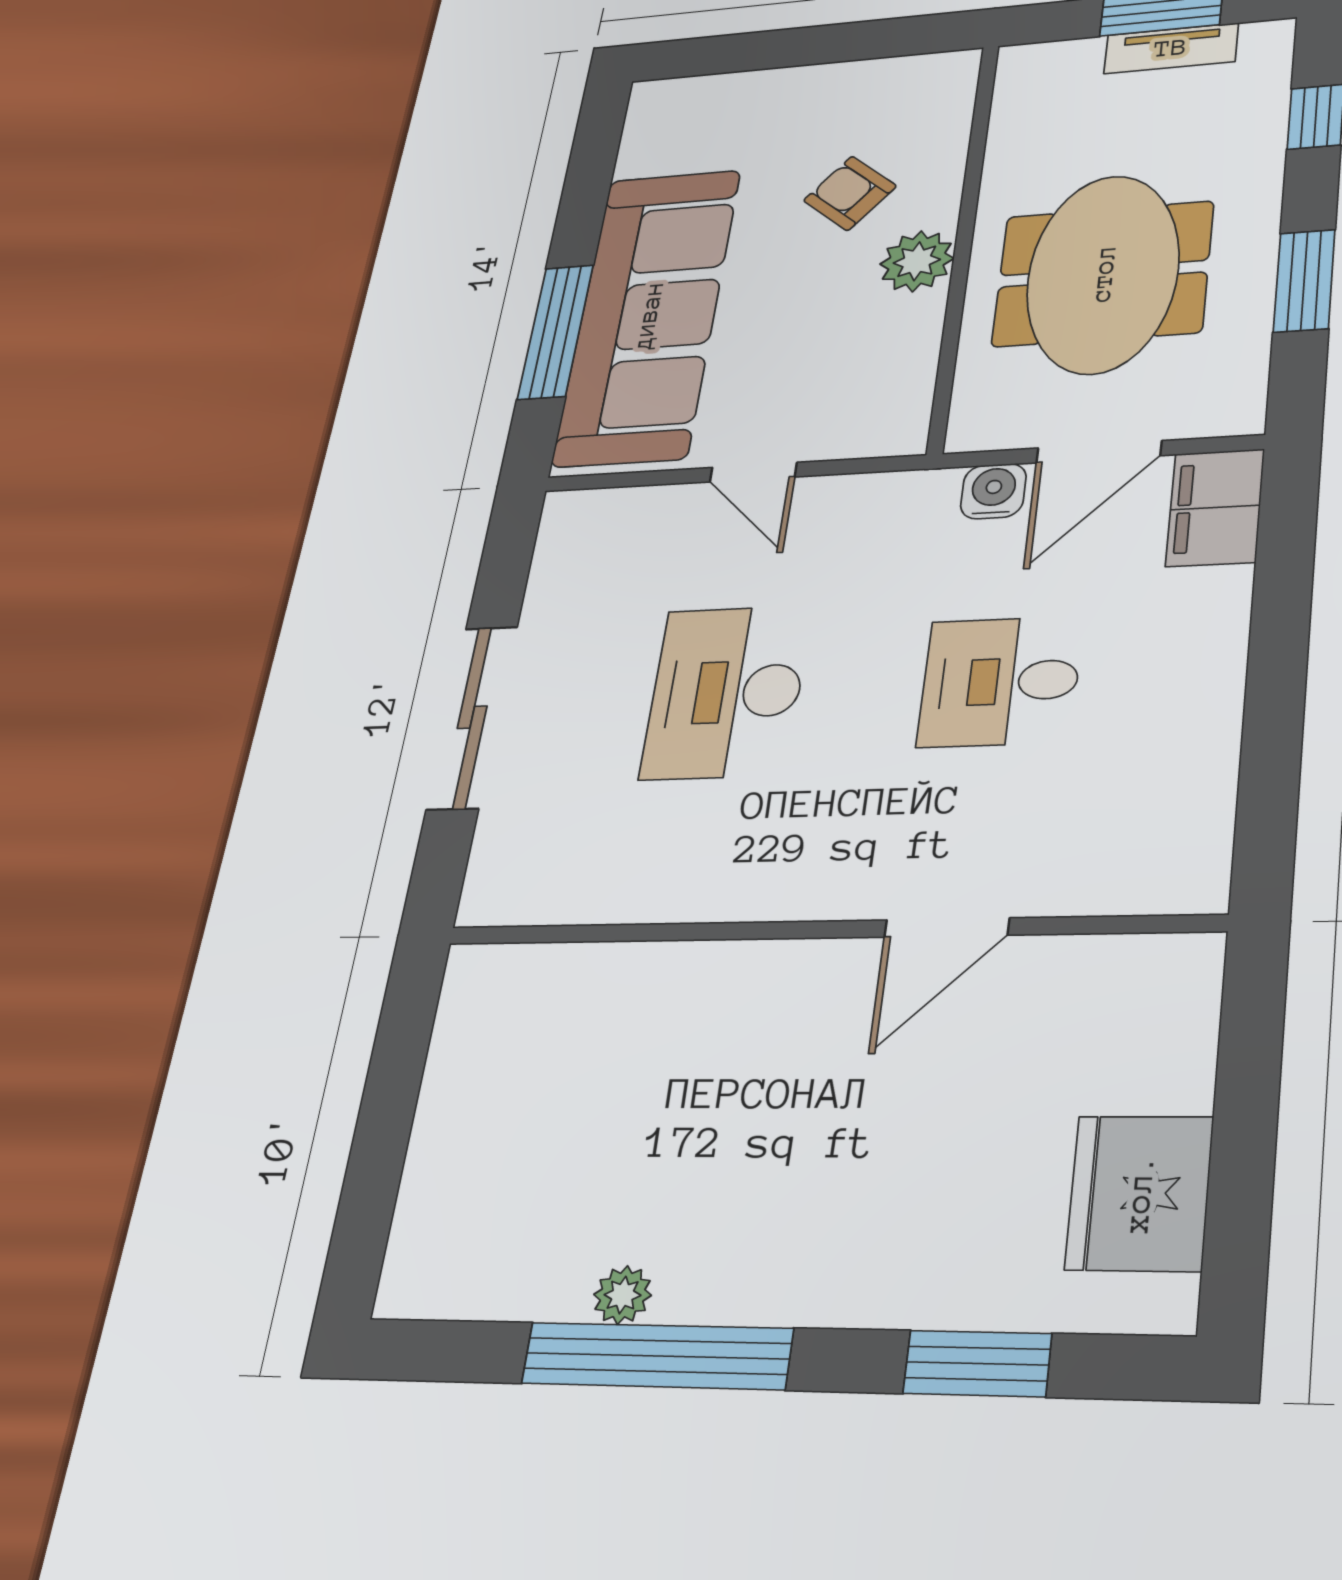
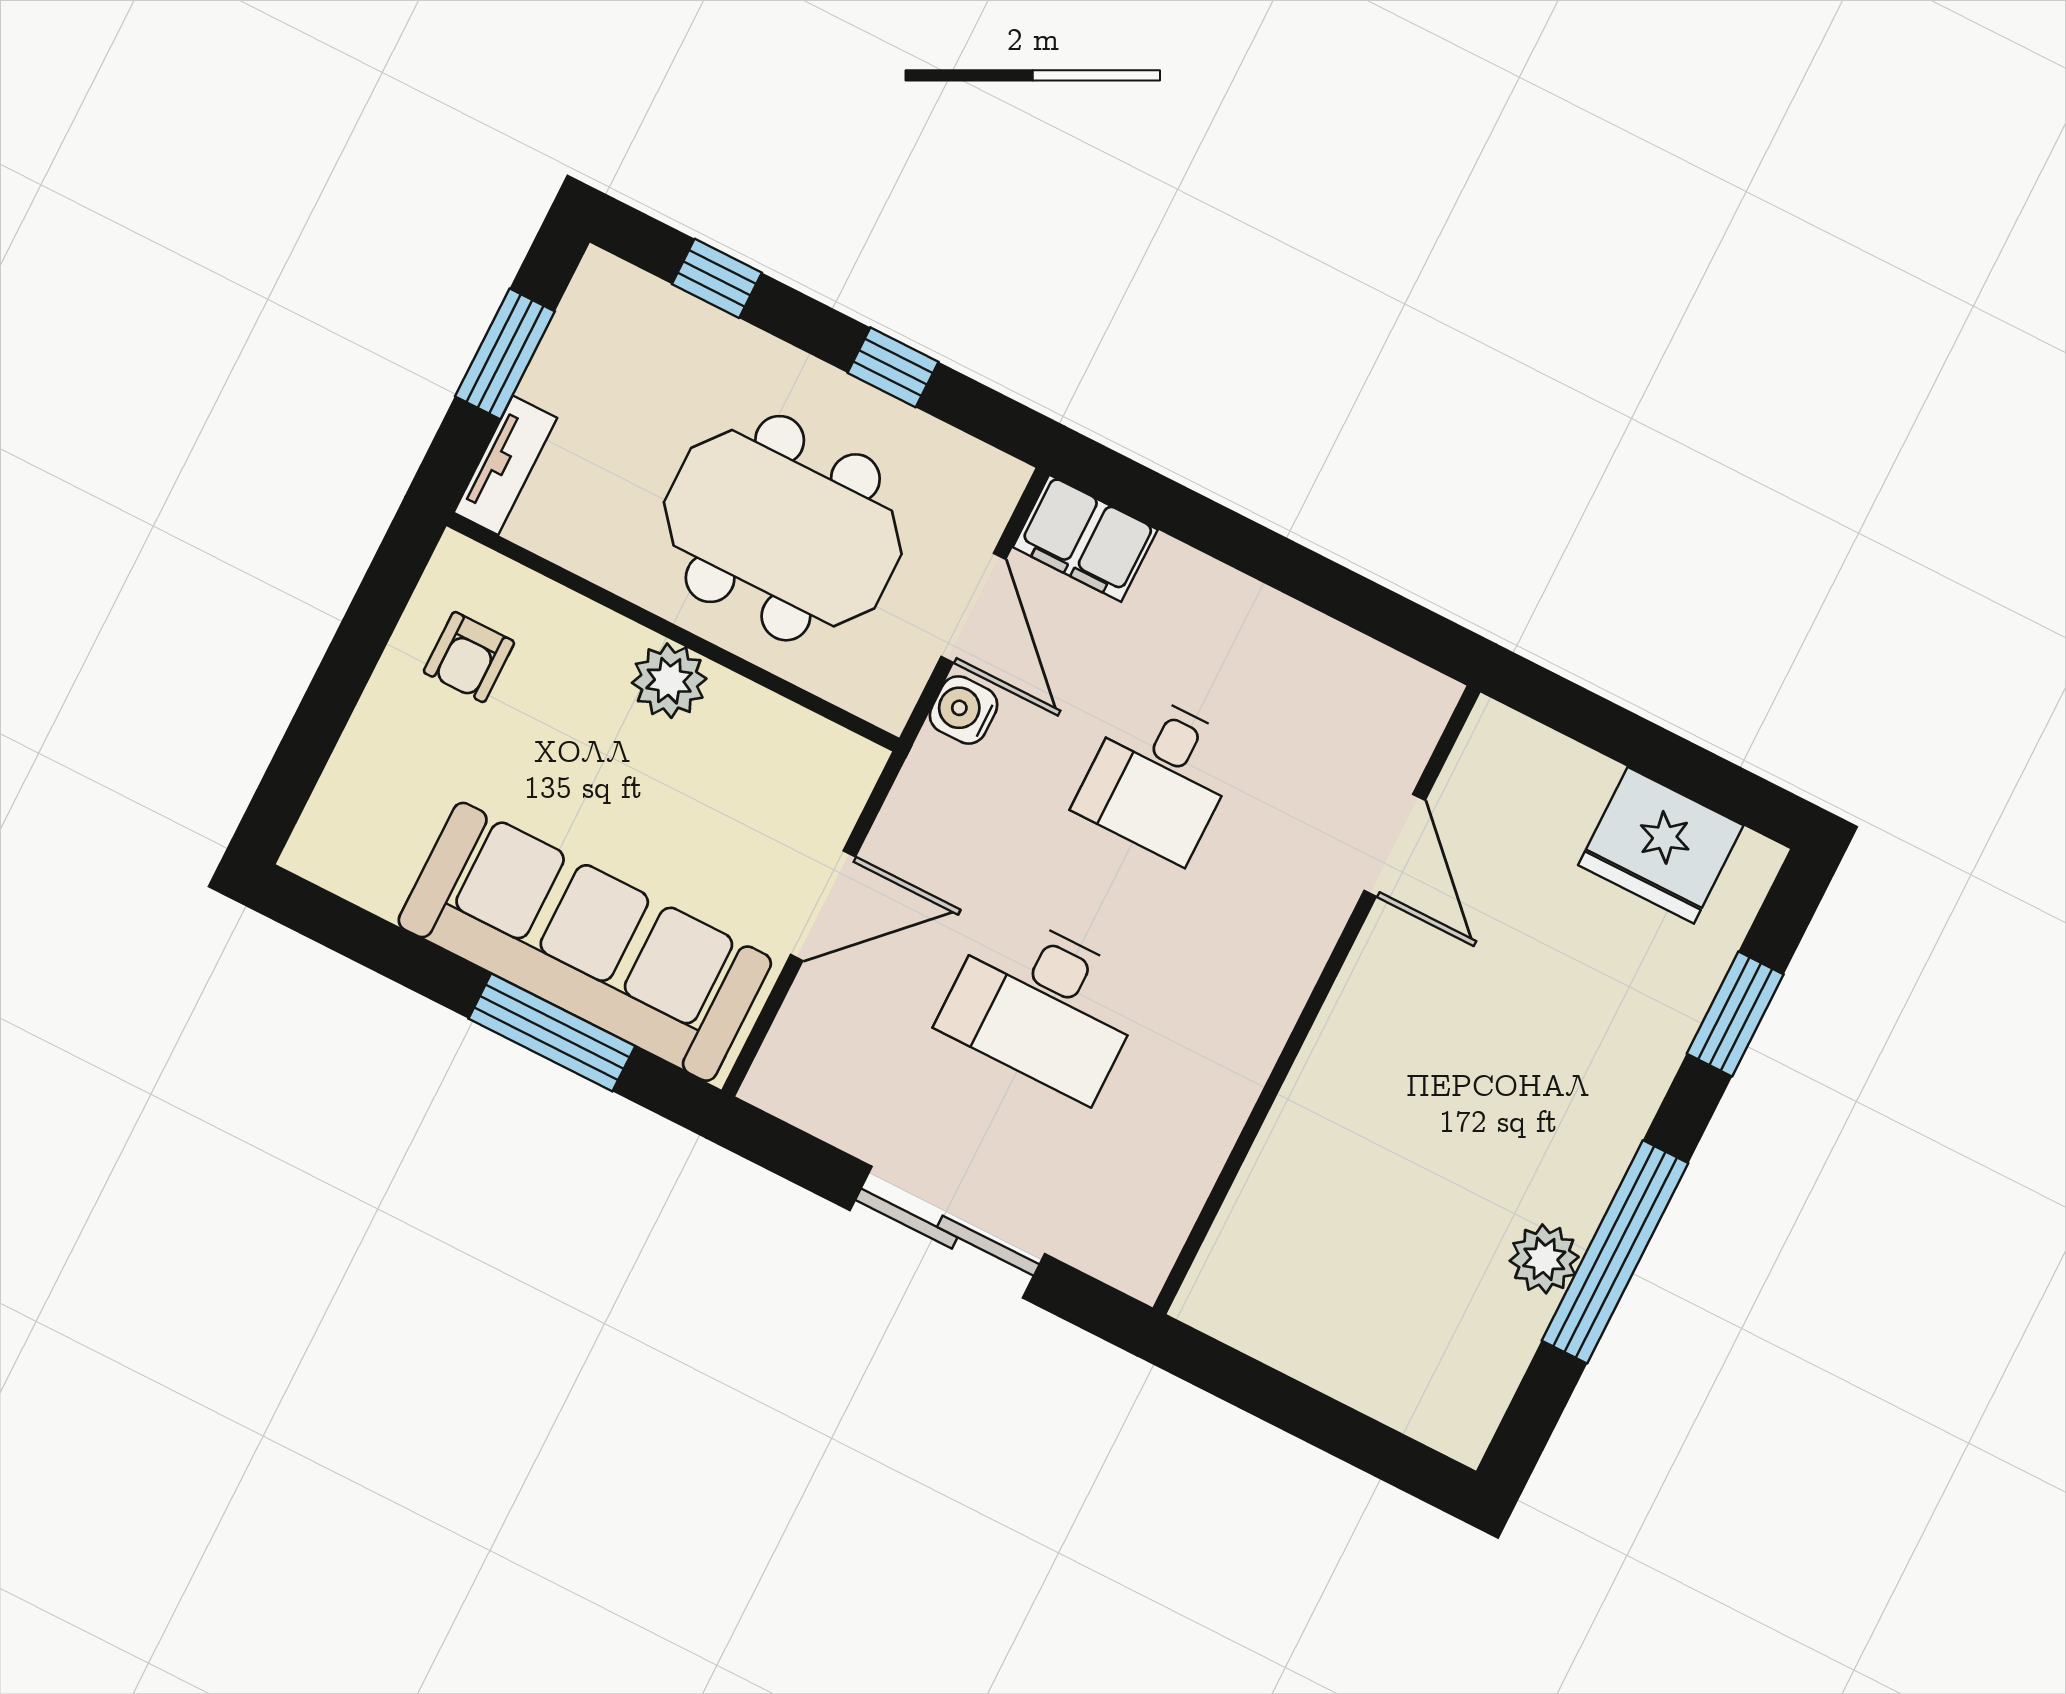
tv unit: (1171, 48) -> (505, 465), moved
armchair: (850, 193) -> (469, 657), moved, turned -40
window: (1304, 281) -> (893, 367), width x0.67
door: (753, 472) -> (823, 906), width x1.38
door: (947, 928) -> (1395, 845), moved
plant: (623, 1295) -> (1544, 1259), width x1.38, depth x1.38

